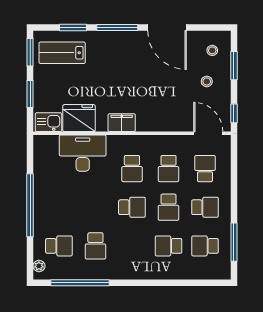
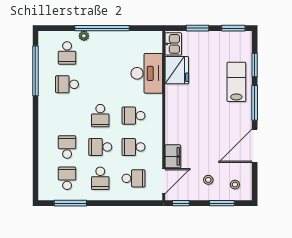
lab bench: (62, 53) -> (236, 82), moved
filing cabinet: (122, 123) -> (173, 156), moved
plant: (39, 266) -> (84, 36), moved

